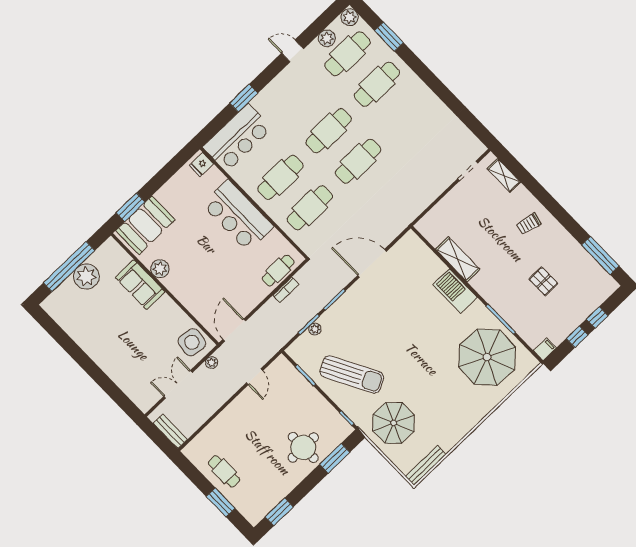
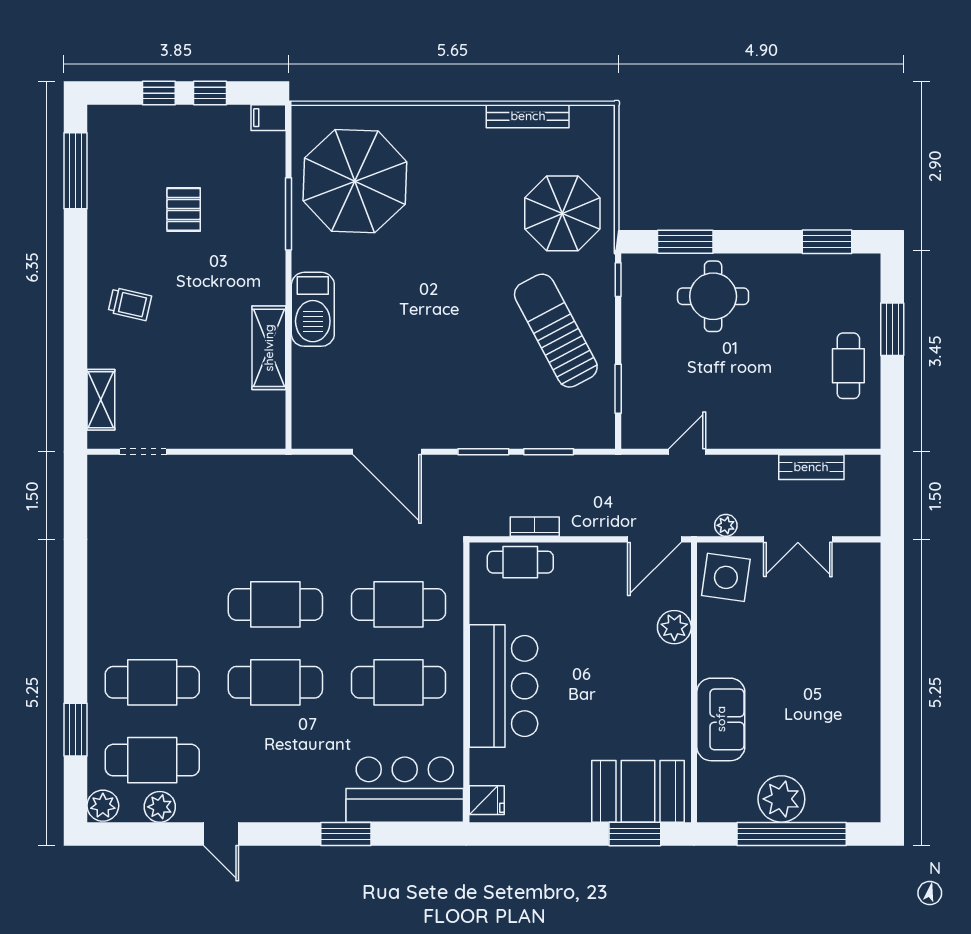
plant: (160, 269) -> (674, 627), moved
plant: (315, 329) -> (547, 438), removed
bench: (170, 431) -> (811, 467), moved, turned 90
bench: (426, 465) -> (528, 116), moved

